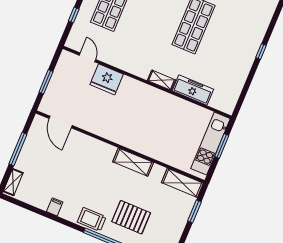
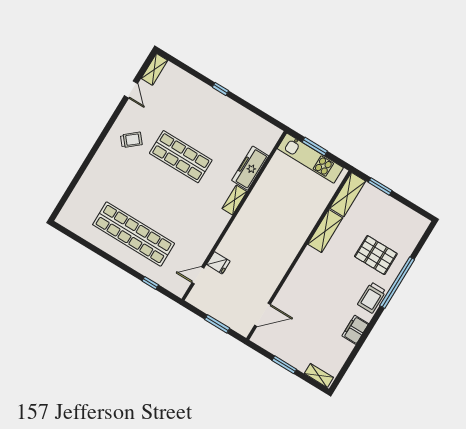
fridge: (107, 79) -> (218, 263), width x0.53, depth x0.75
window: (18, 149) -> (284, 365), width x0.69
shelving: (133, 162) -> (325, 231), moved
filing cabinet: (55, 207) -> (355, 330), width x2.00
pallet: (131, 217) -> (376, 255), turned 90

